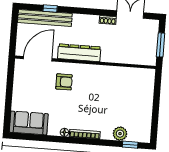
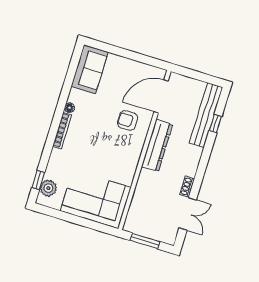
door: (38, 59) -> (161, 96), swing flipped
armchair: (64, 82) -> (128, 120), turned 90
corner sofa: (135, 94) -> (96, 199), added
plant: (120, 134) -> (48, 188), moved

